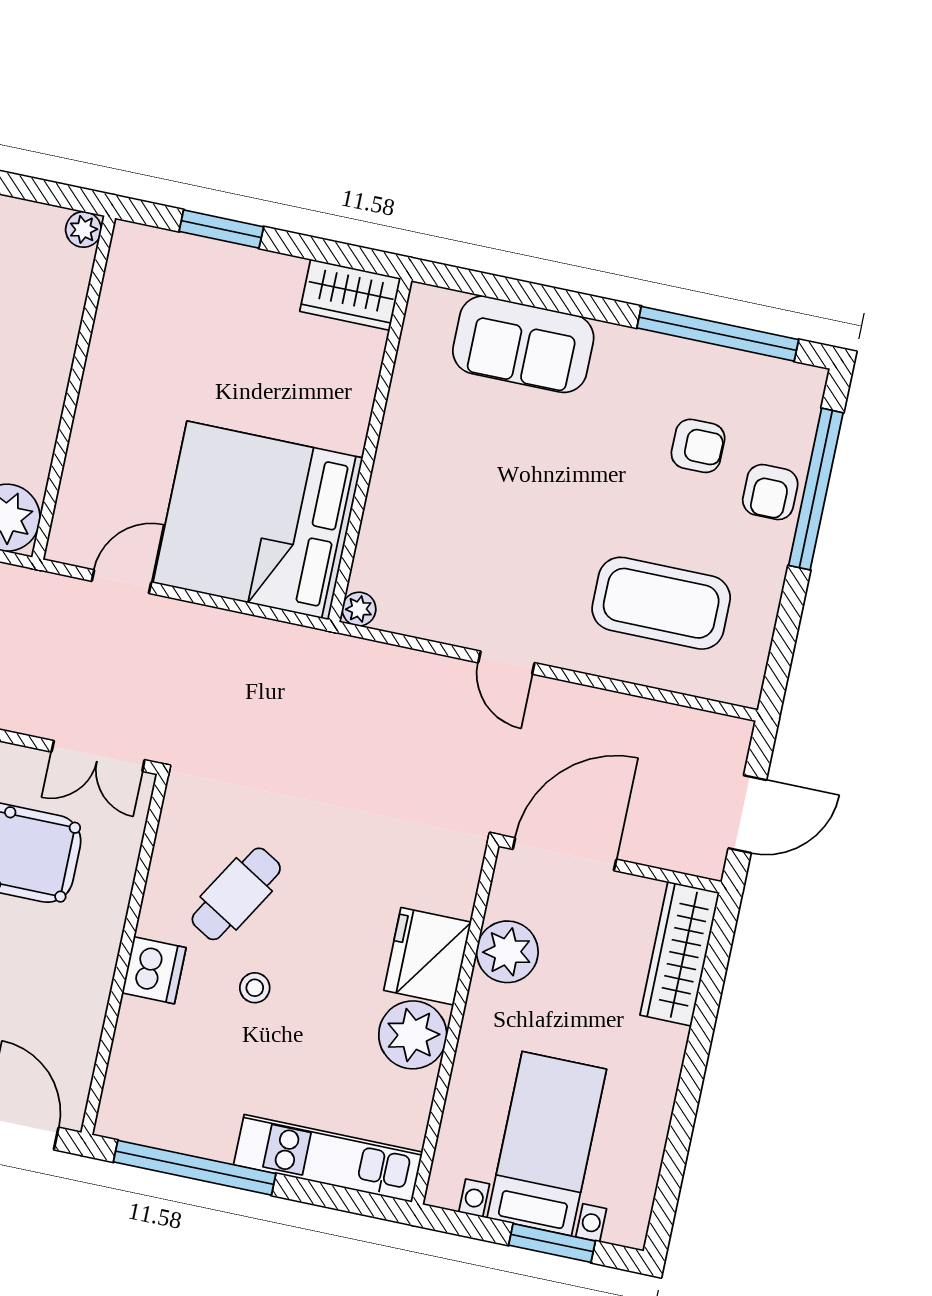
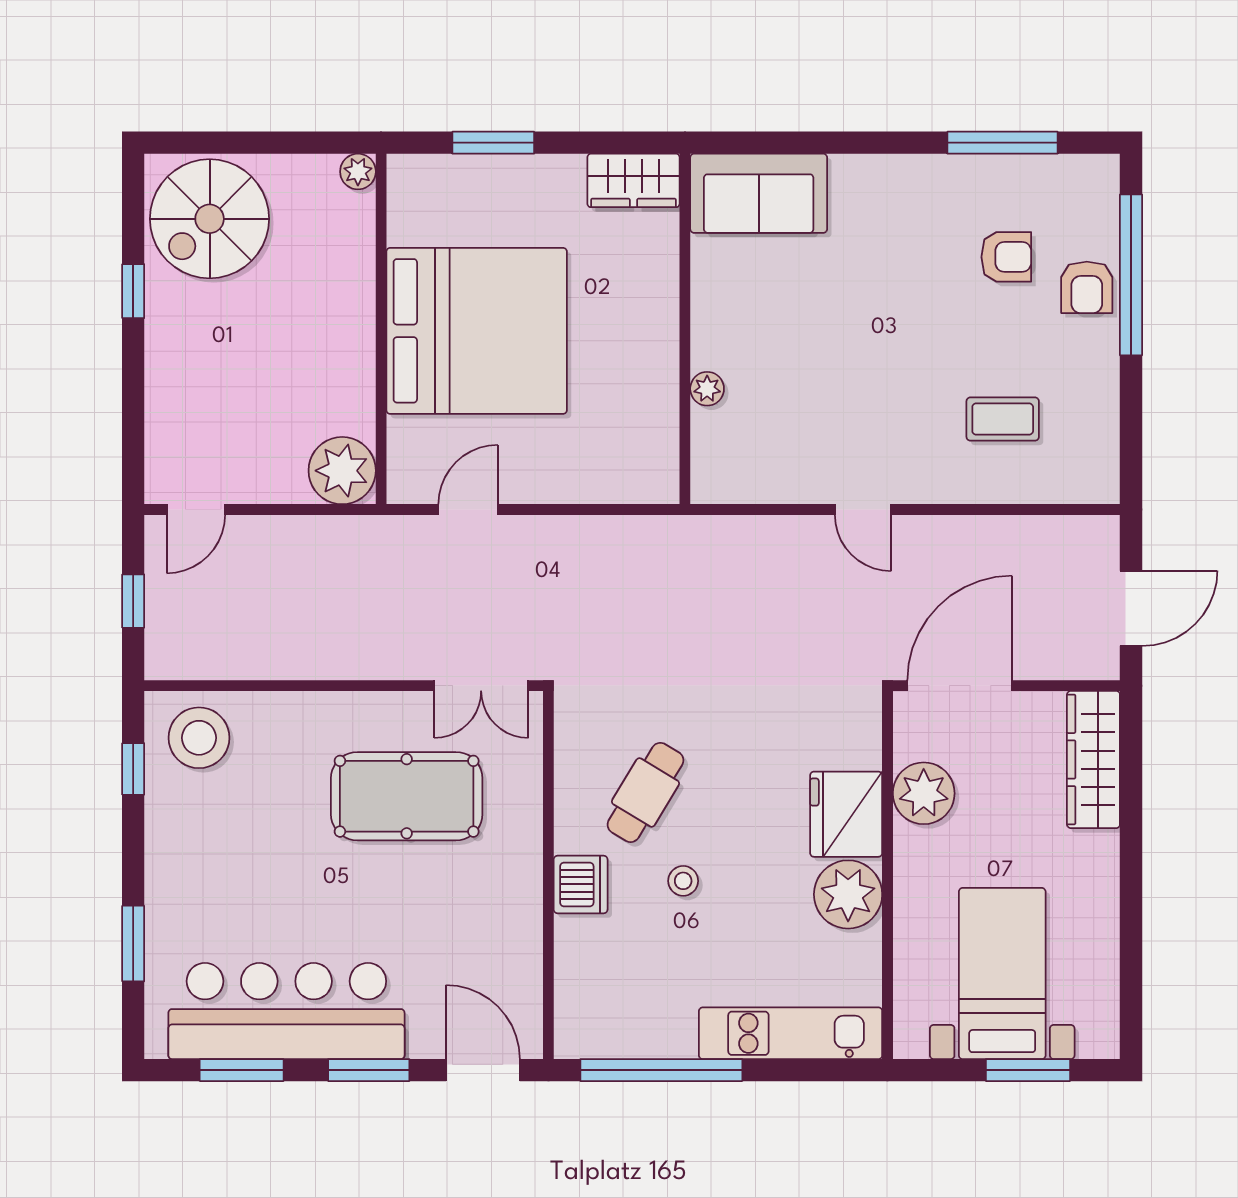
window: (718, 334) -> (1003, 143), width x0.68
sofa: (523, 344) -> (759, 193), moved
bed: (258, 520) -> (477, 331), moved, turned 180
coffee table: (661, 603) -> (1003, 419), width x0.54, depth x0.58
plant: (359, 609) -> (707, 389), moved

